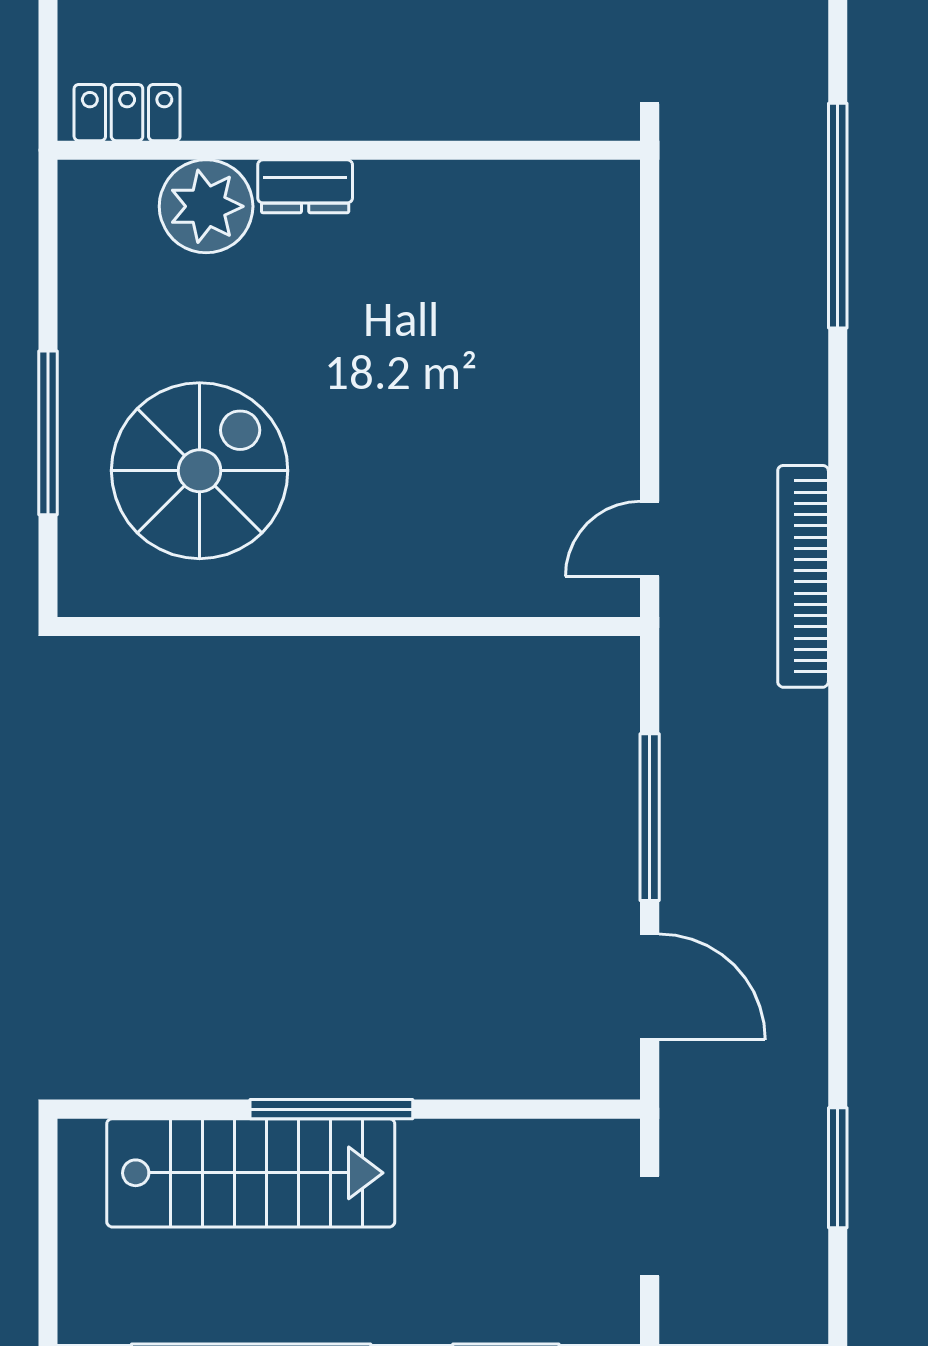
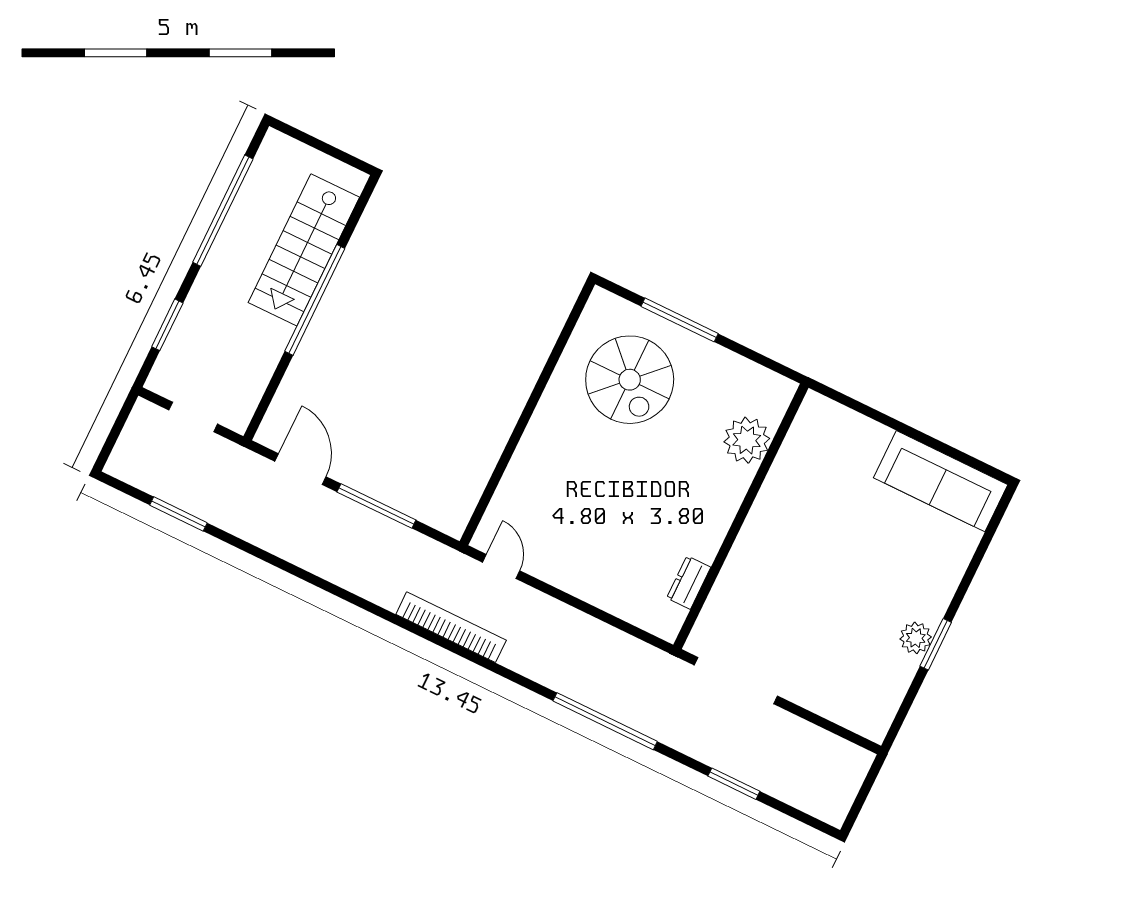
locker: (127, 113) -> (806, 425), removed
dresser: (305, 186) -> (689, 583), moved
door: (650, 987) -> (300, 469), swing flipped
window: (331, 1109) -> (315, 300), width x1.46

